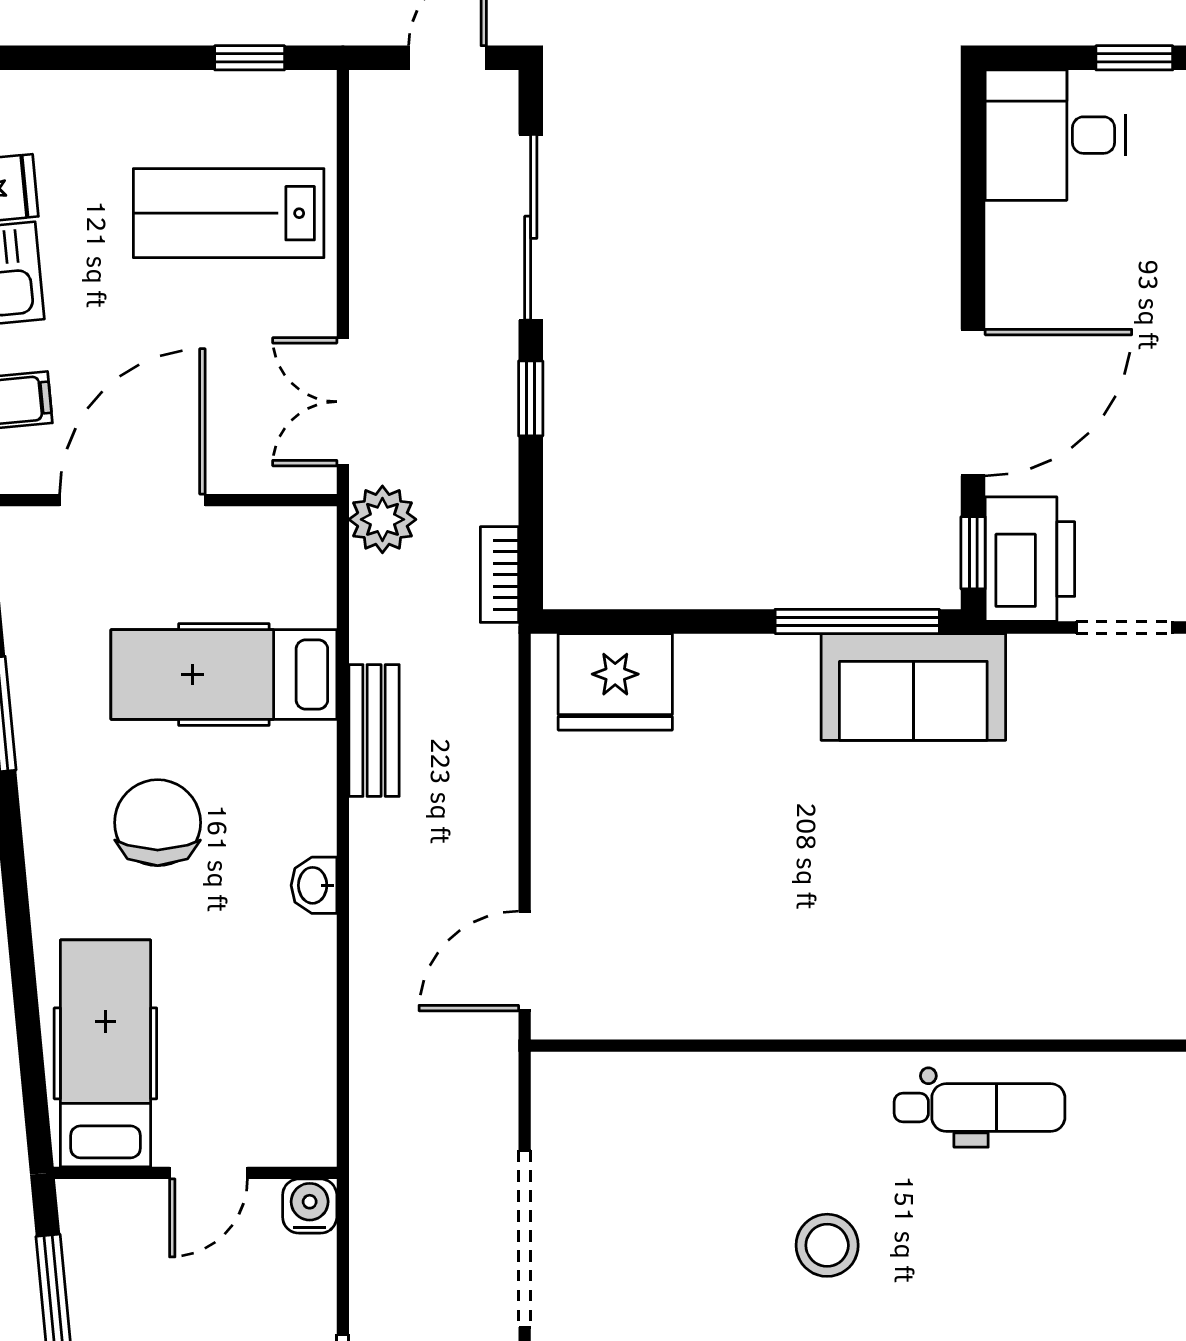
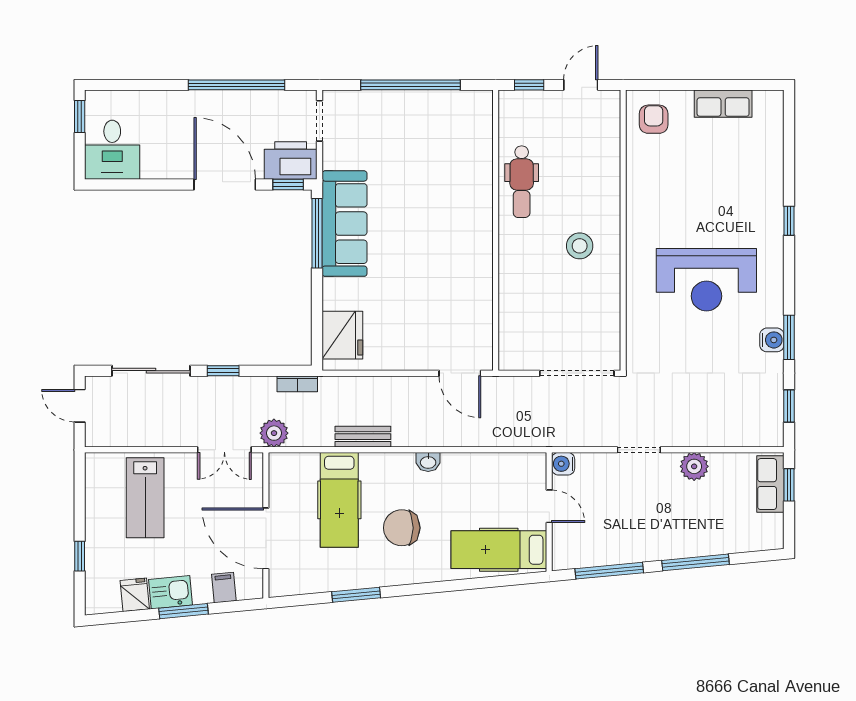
window: (250, 58) -> (80, 556), moved
sofa: (913, 687) -> (345, 224), width x1.36
dental chair: (980, 1108) -> (522, 182), turned 180

